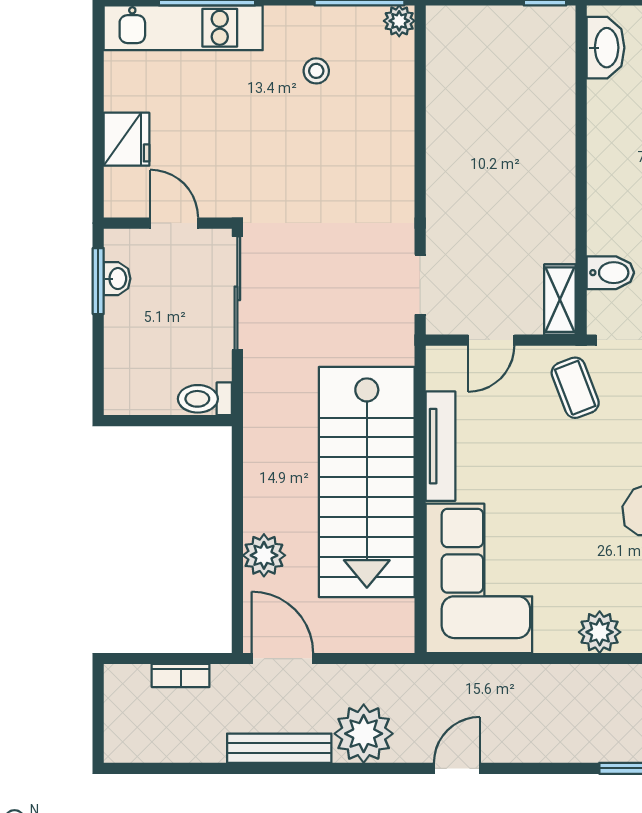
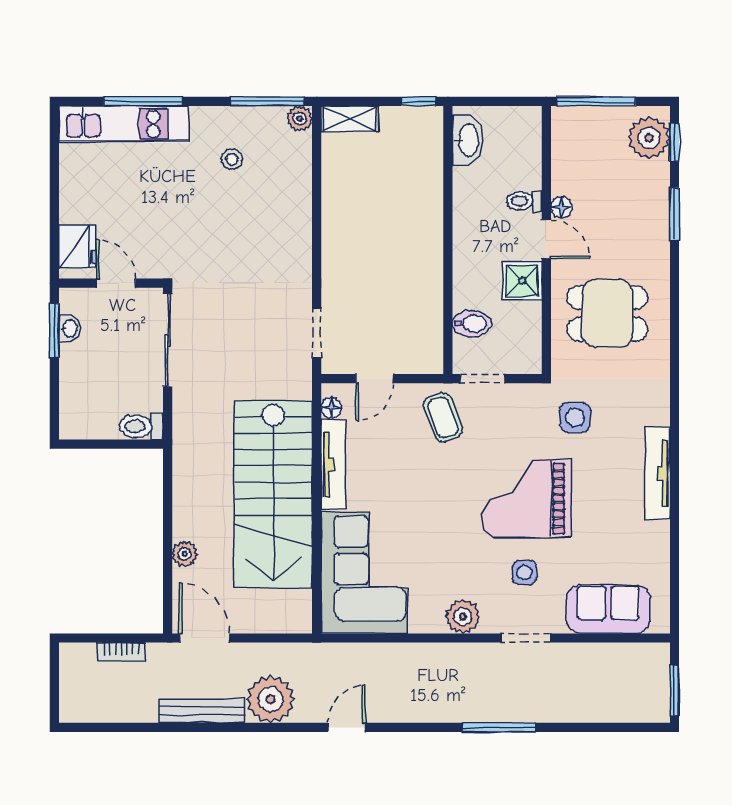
fridge: (127, 139) -> (77, 246), moved
shelving: (560, 300) -> (350, 119), moved, turned 90
floor lamp: (438, 376) -> (331, 408), added
plant: (264, 555) -> (185, 554), width x0.73, depth x0.73

